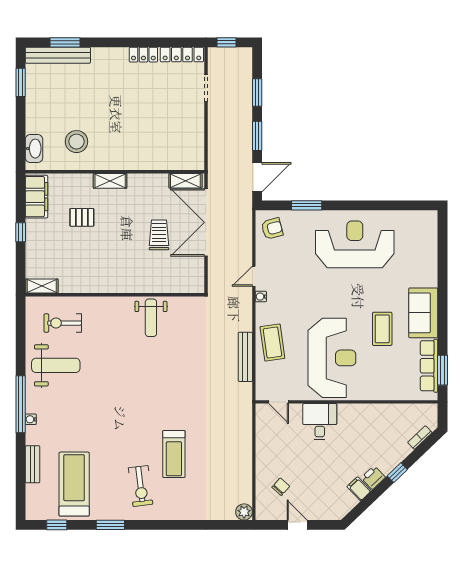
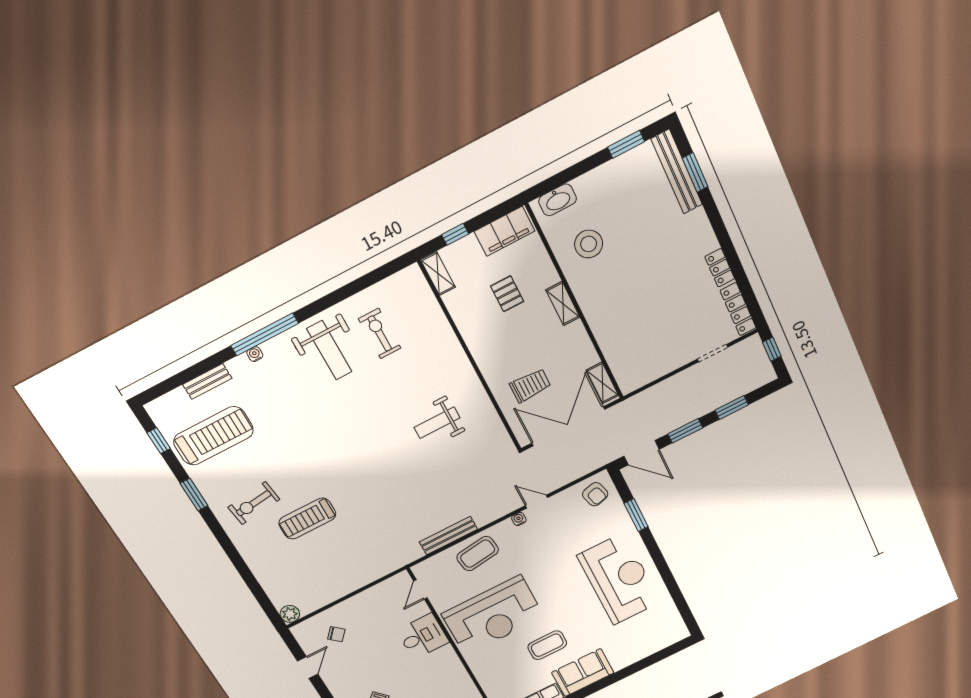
shelving: (42, 286) -> (438, 274), moved
wall: (115, 295) -> (470, 358), moved

